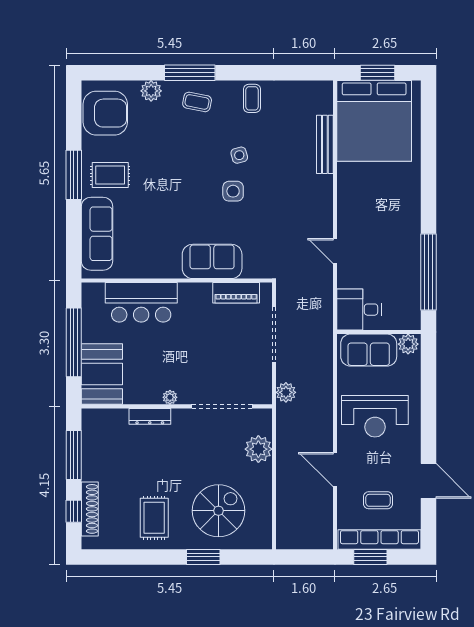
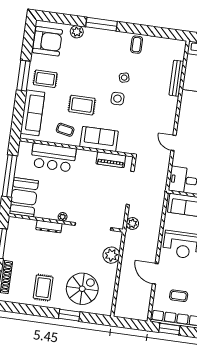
coffee table: (197, 102) -> (65, 130), moved
rug: (176, 210) -> (82, 105), added

